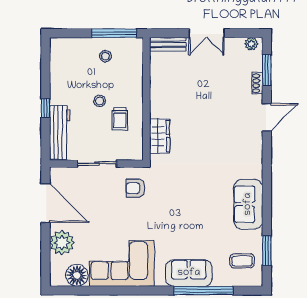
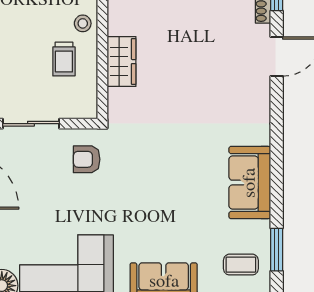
stool: (100, 101) -> (83, 23), moved
wardrobe: (160, 136) -> (122, 62), moved

